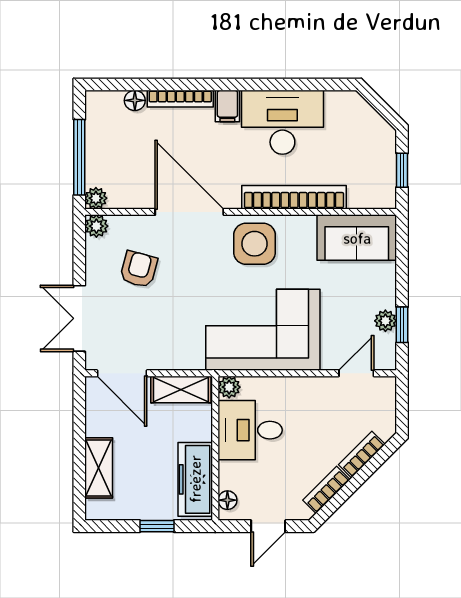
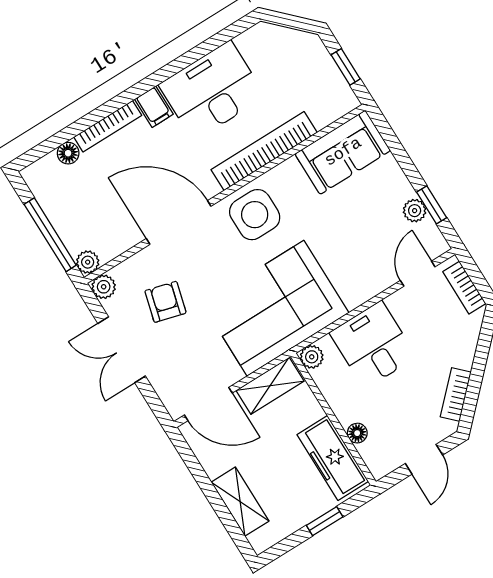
double door: (79, 318) -> (122, 350), moved
corner sofa: (263, 330) -> (276, 308), moved
desk: (250, 430) -> (373, 345), moved, turned 90
bookcase: (362, 455) -> (464, 288), moved, turned -45
floor lamp: (227, 500) -> (357, 433), moved

